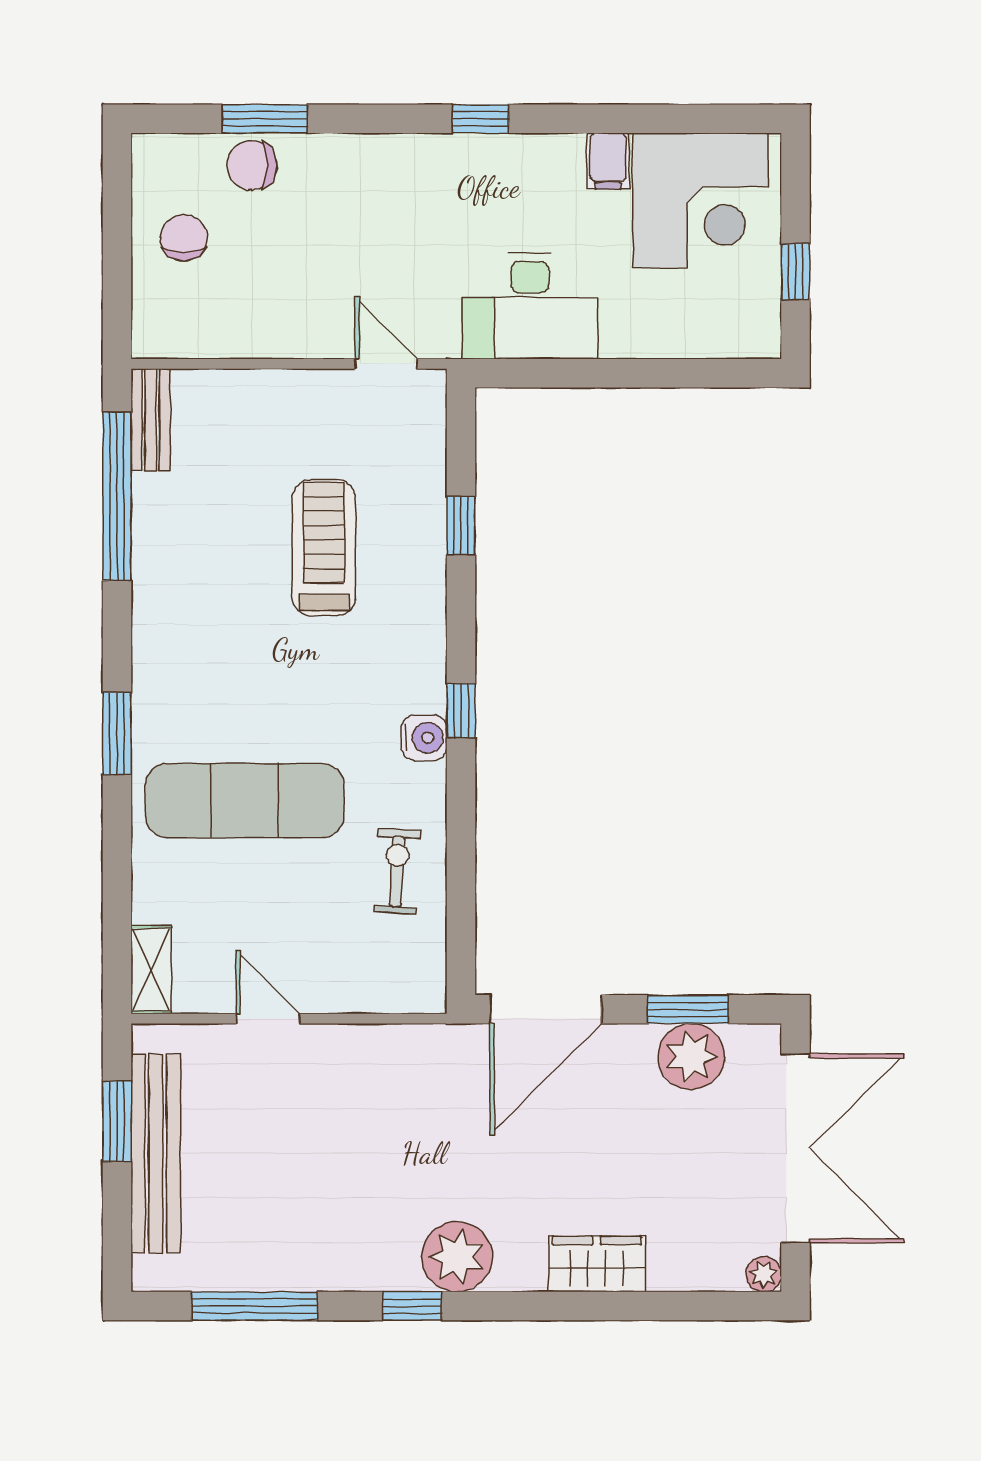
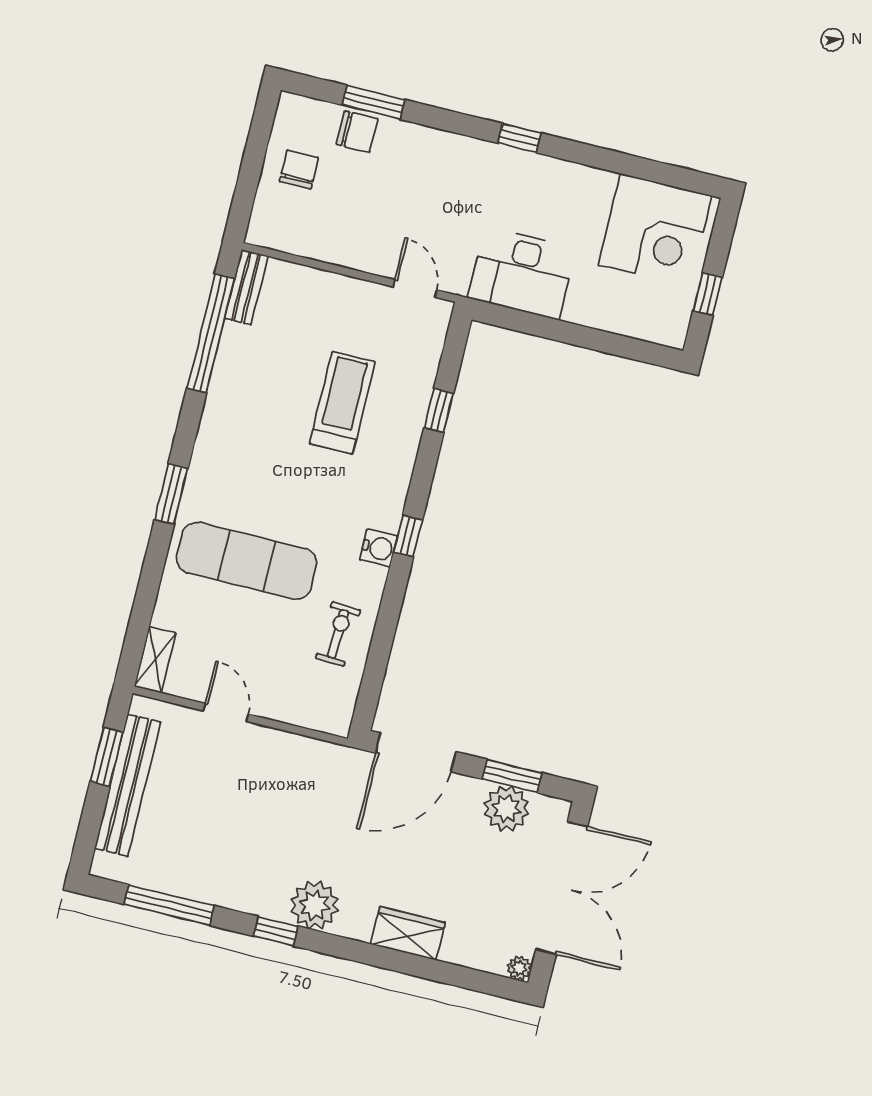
filing cabinet: (608, 161) -> (599, 188), removed
chair: (252, 165) -> (357, 132), turned 180

